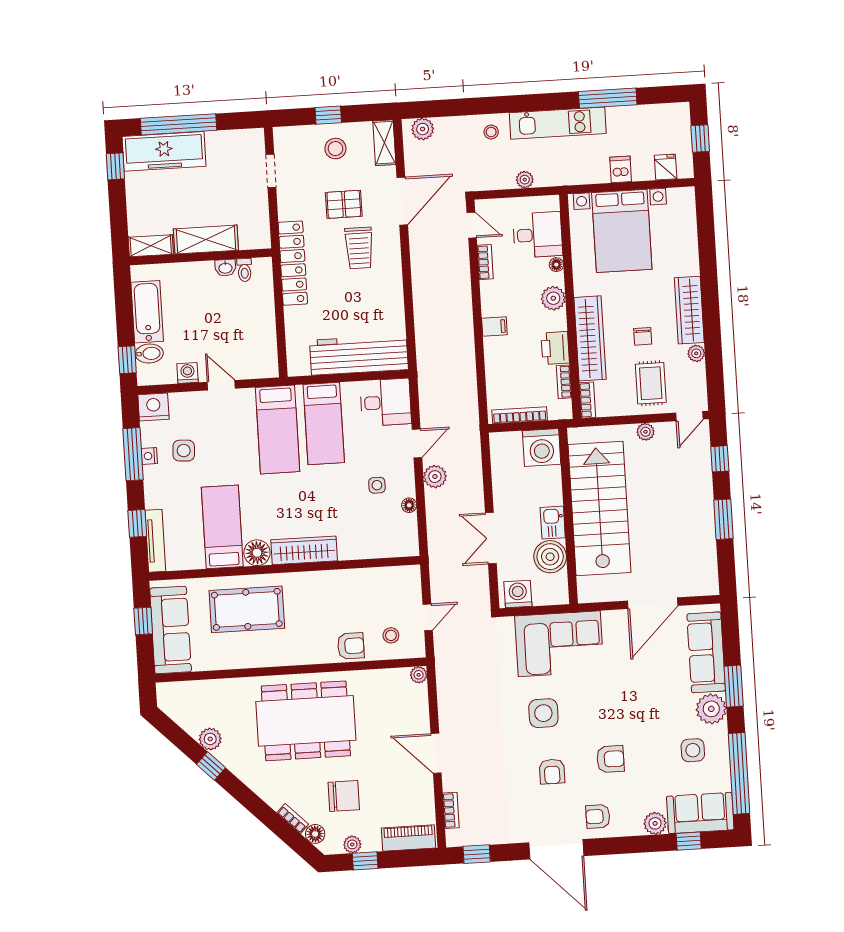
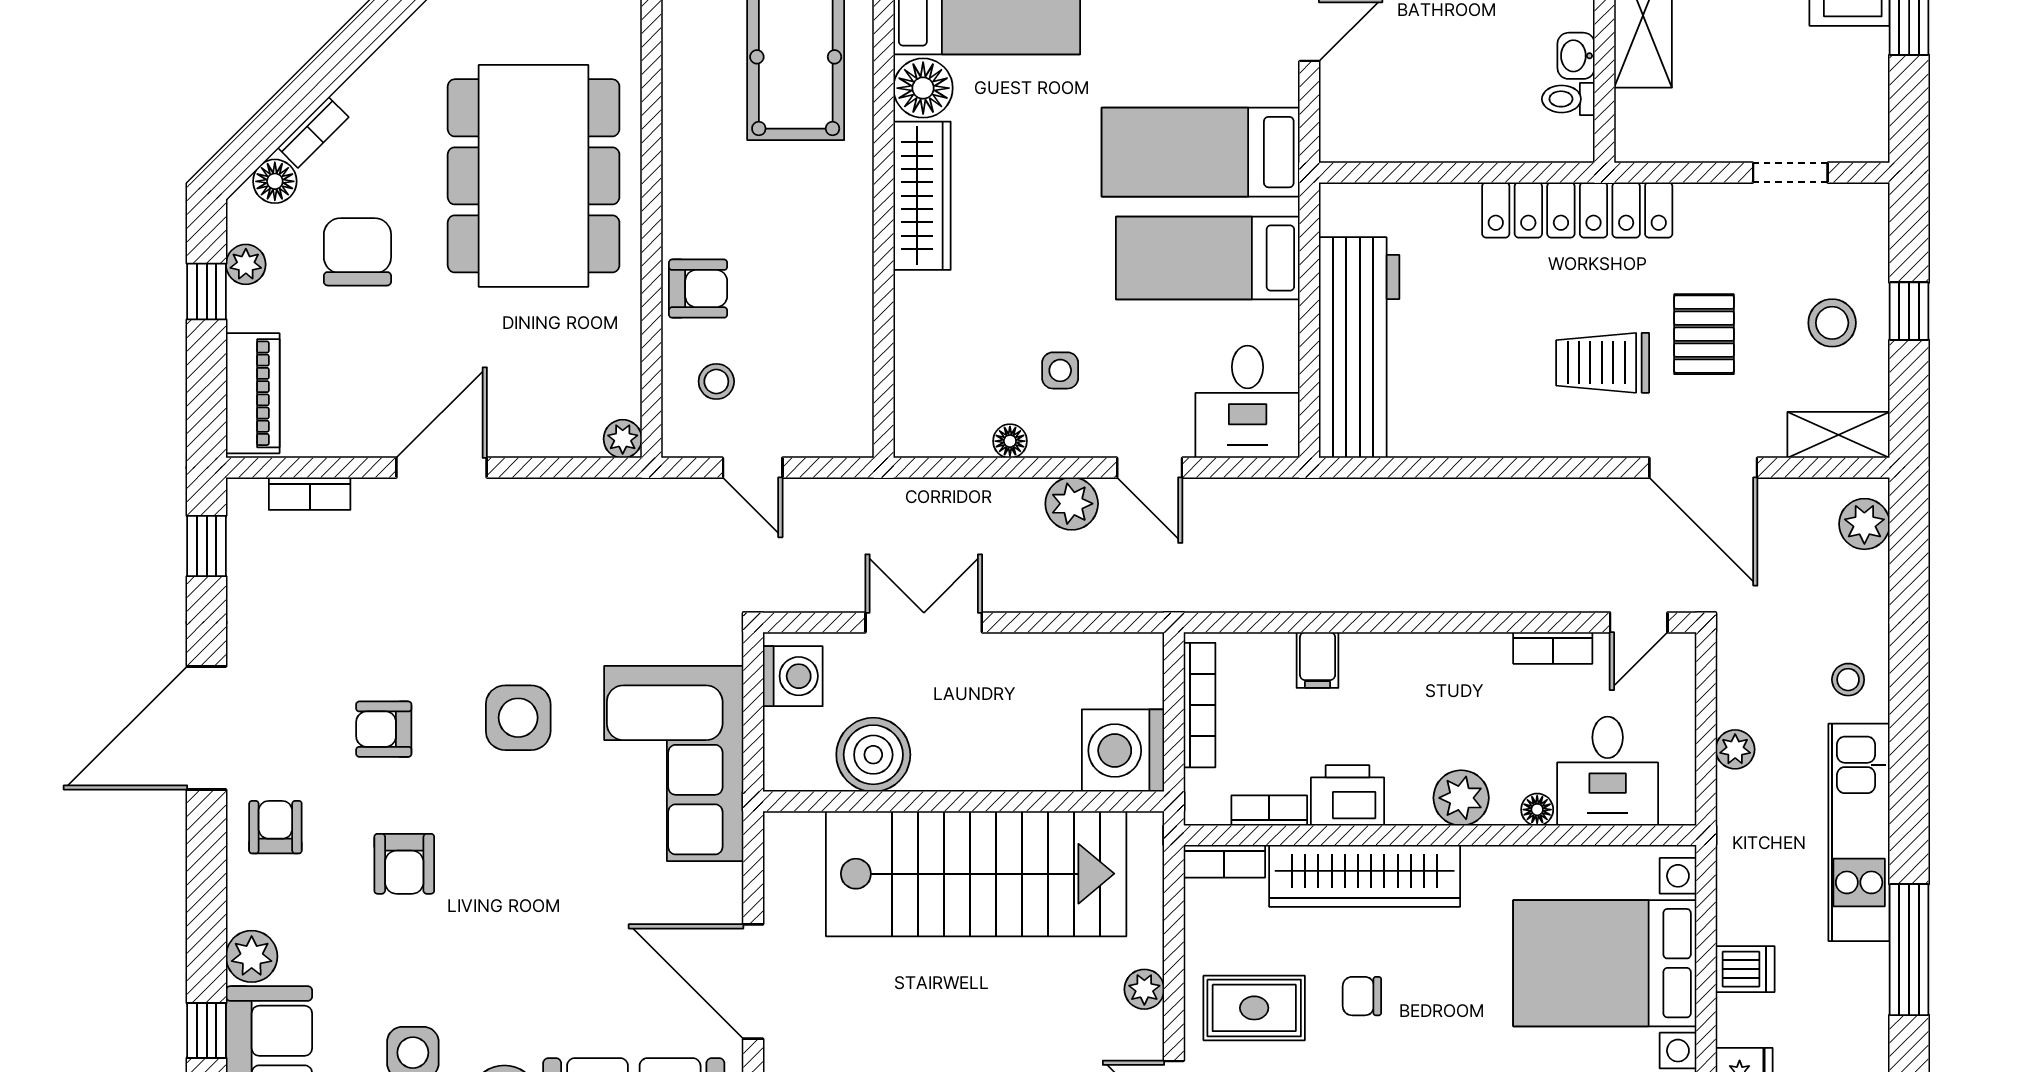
filing cabinet: (494, 327) -> (1318, 660), moved
kitchen sink: (553, 523) -> (951, 765), removed
armchair: (351, 646) -> (698, 289), turned -90
chair: (344, 796) -> (357, 252), turned 180

